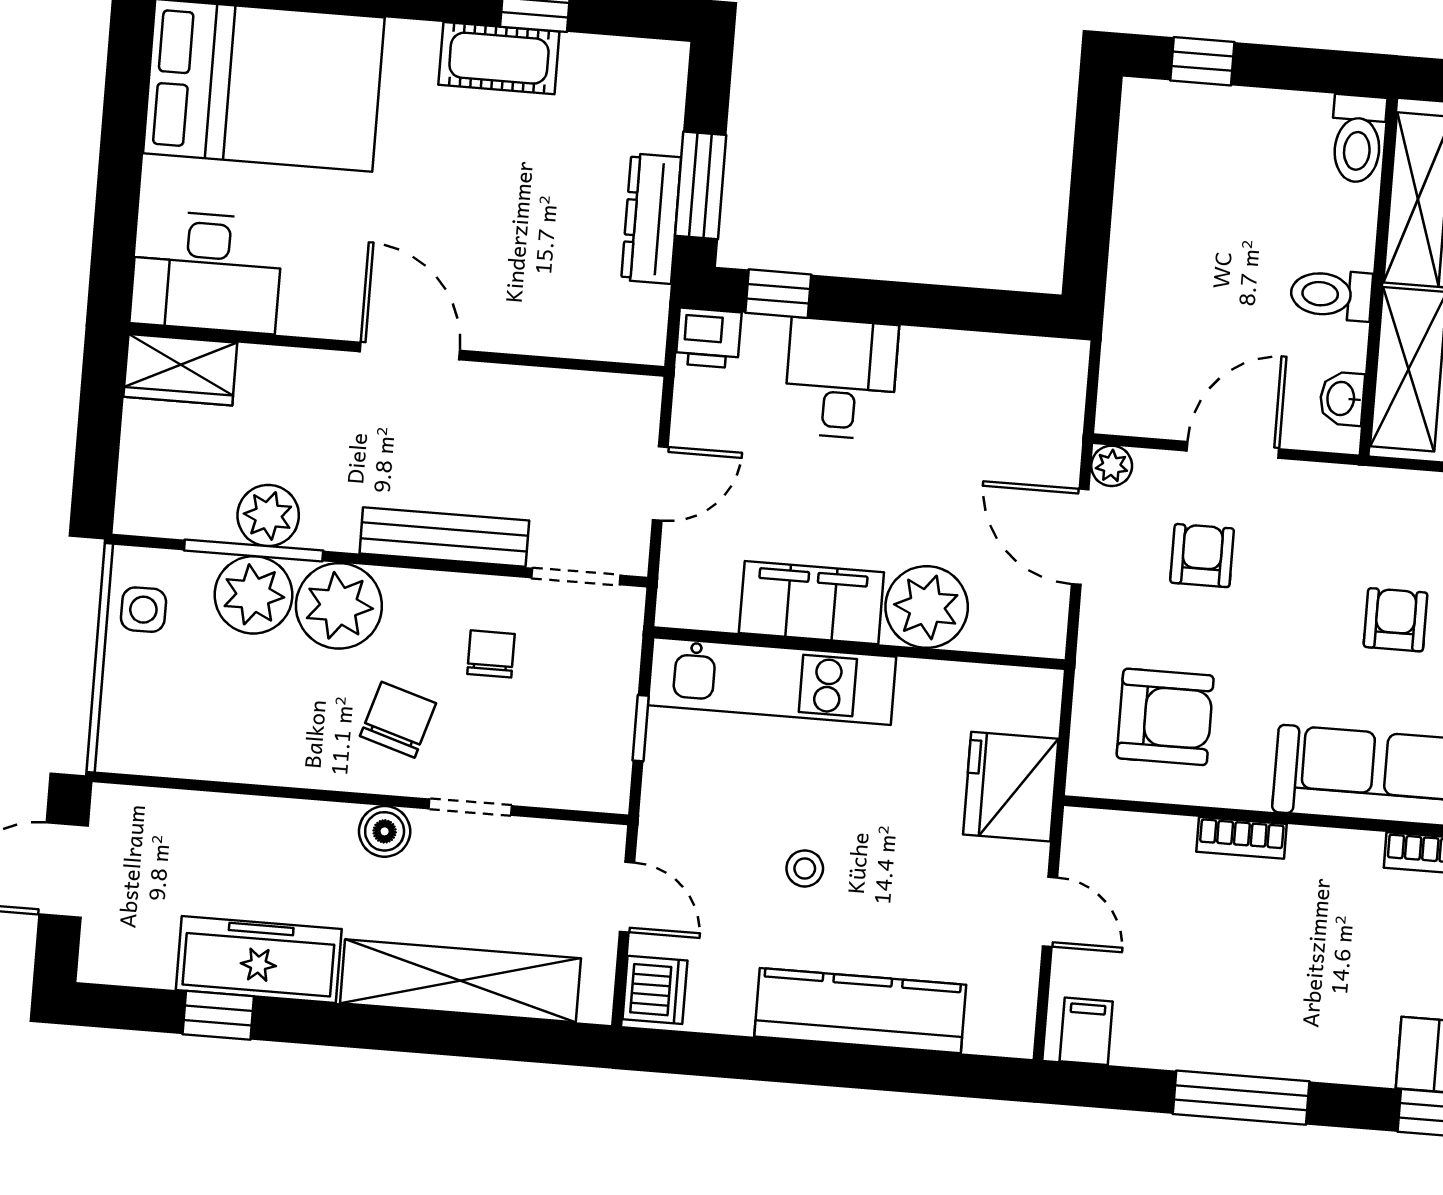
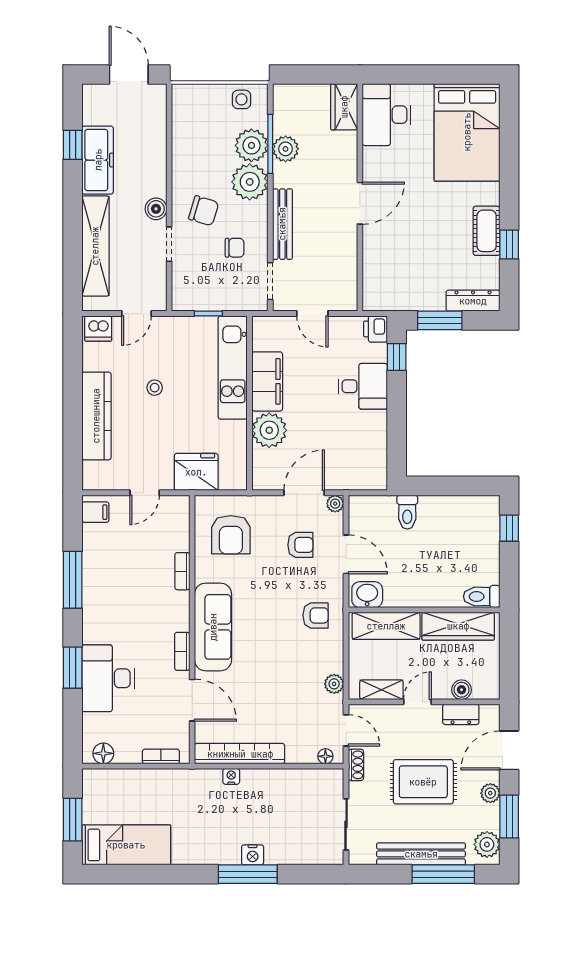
dresser: (651, 219) -> (473, 301), moved
toilet: (1331, 295) -> (407, 512), moved, turned 180
washbasin: (1342, 399) -> (367, 595), width x1.38, depth x1.45
armchair: (1396, 620) -> (316, 615), moved

